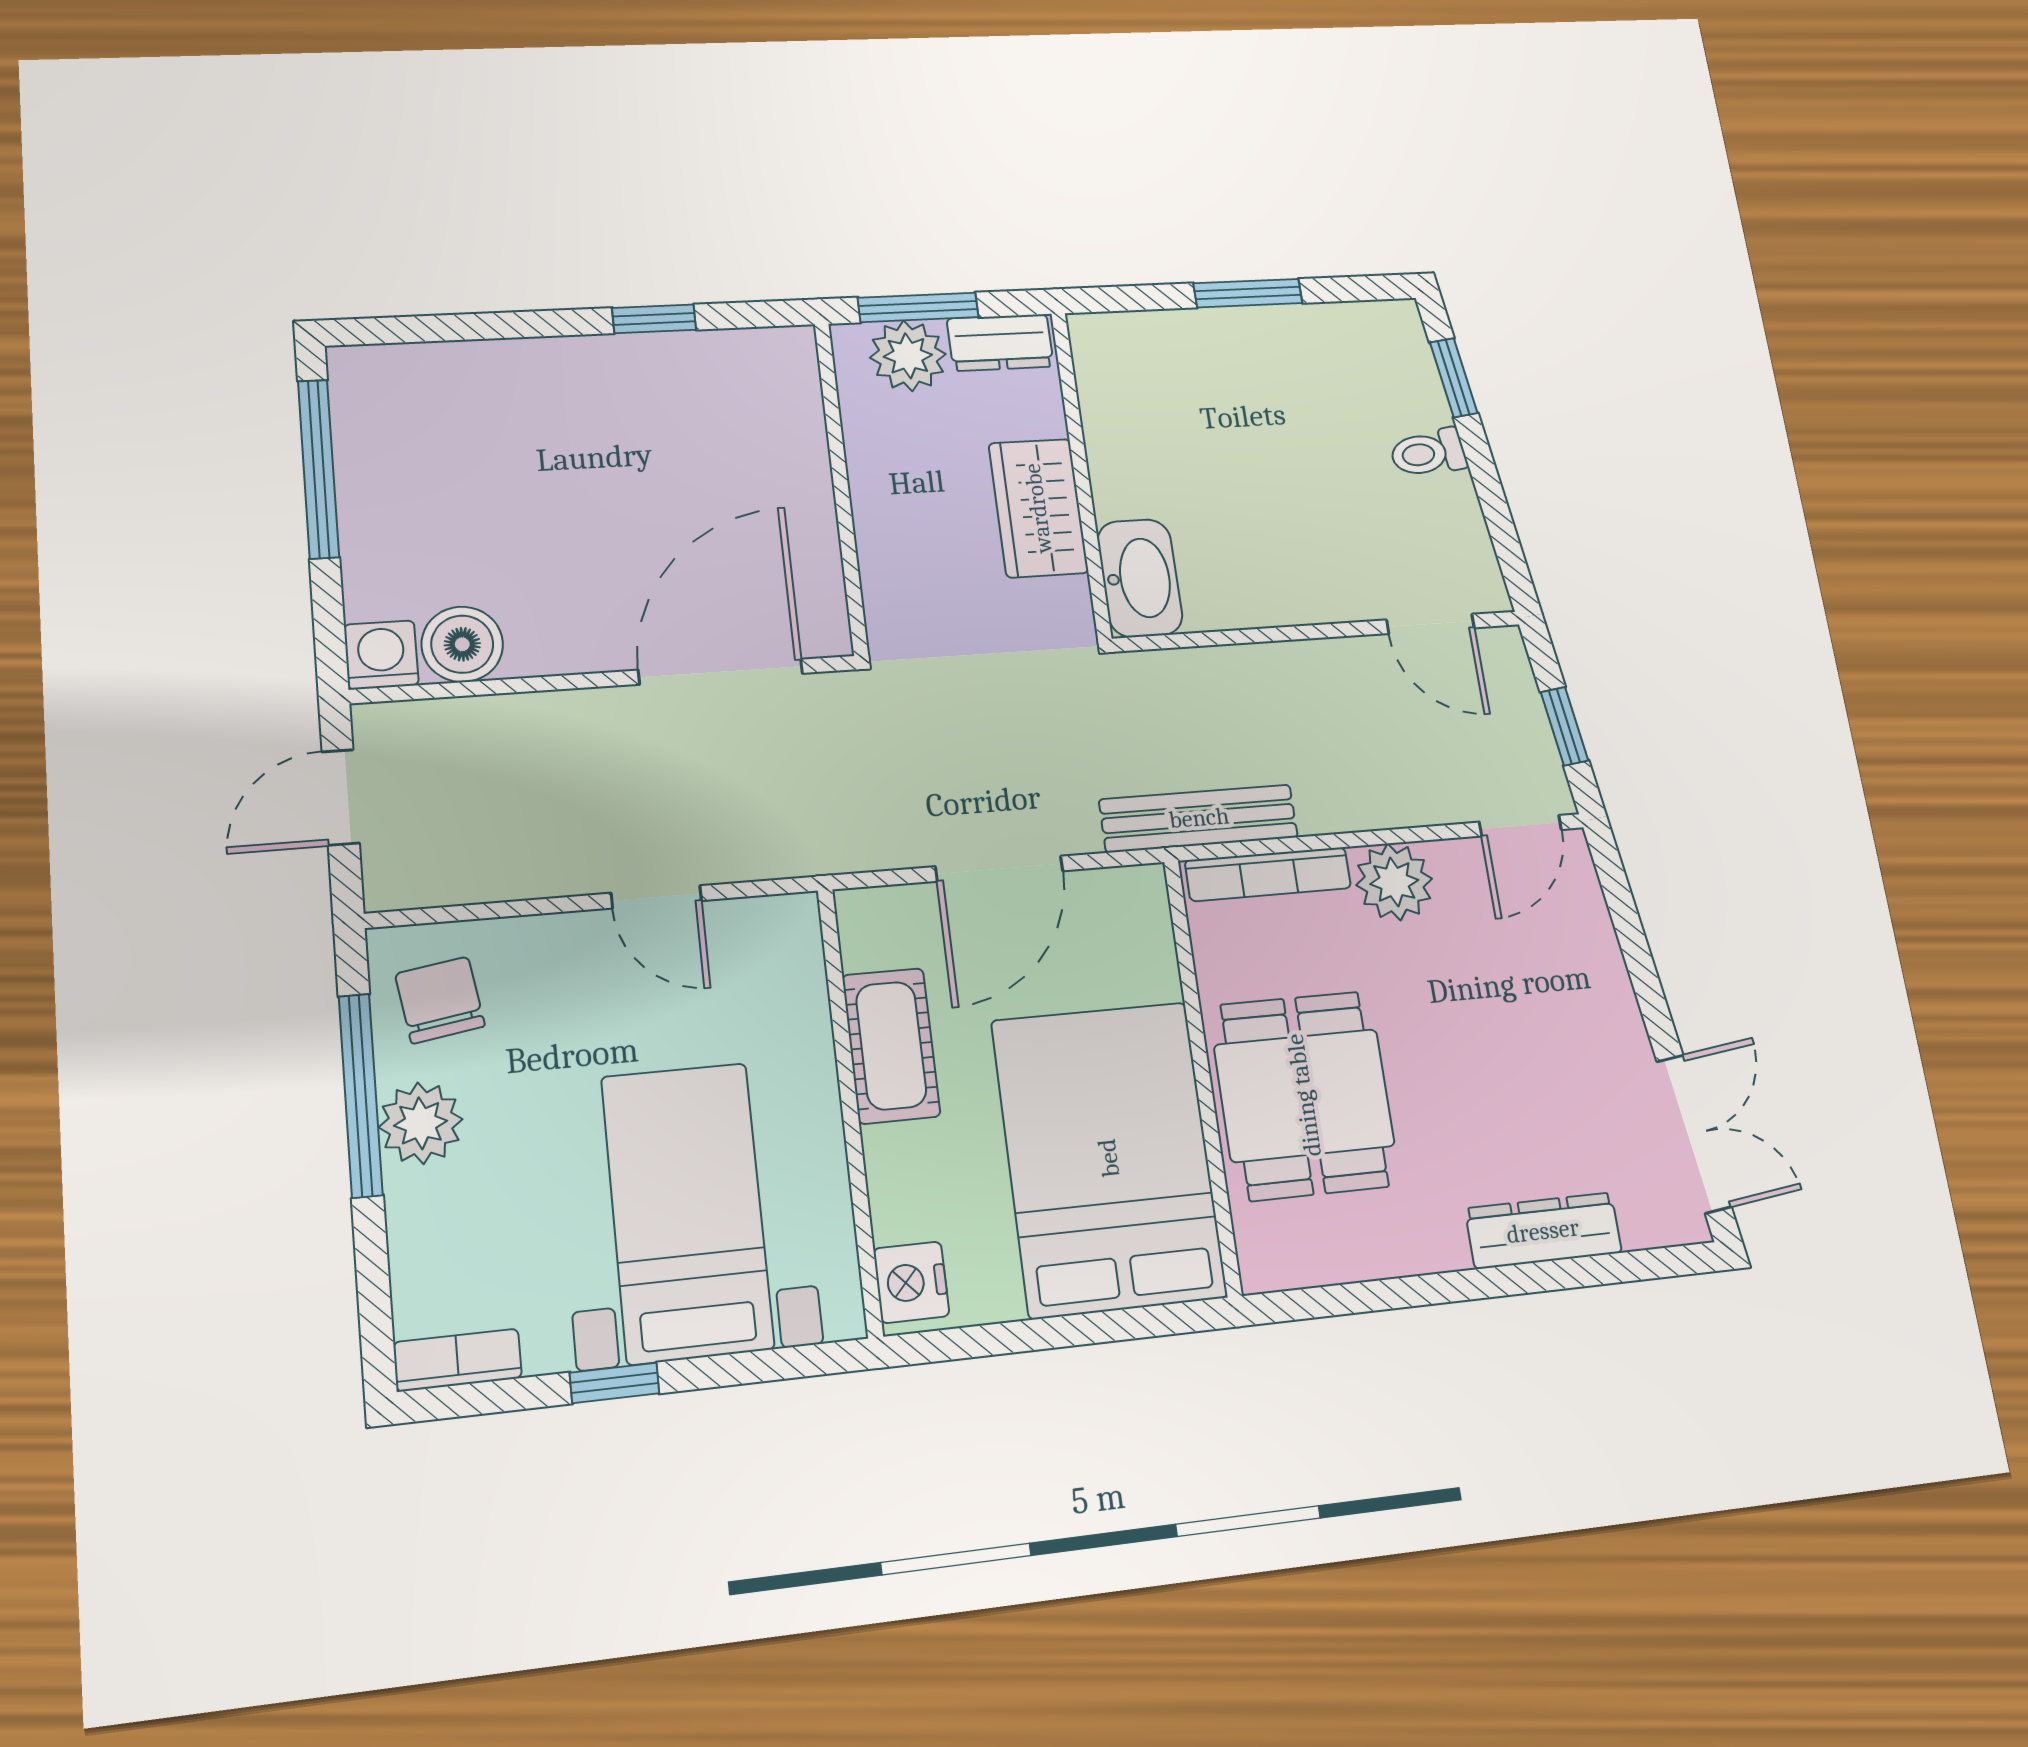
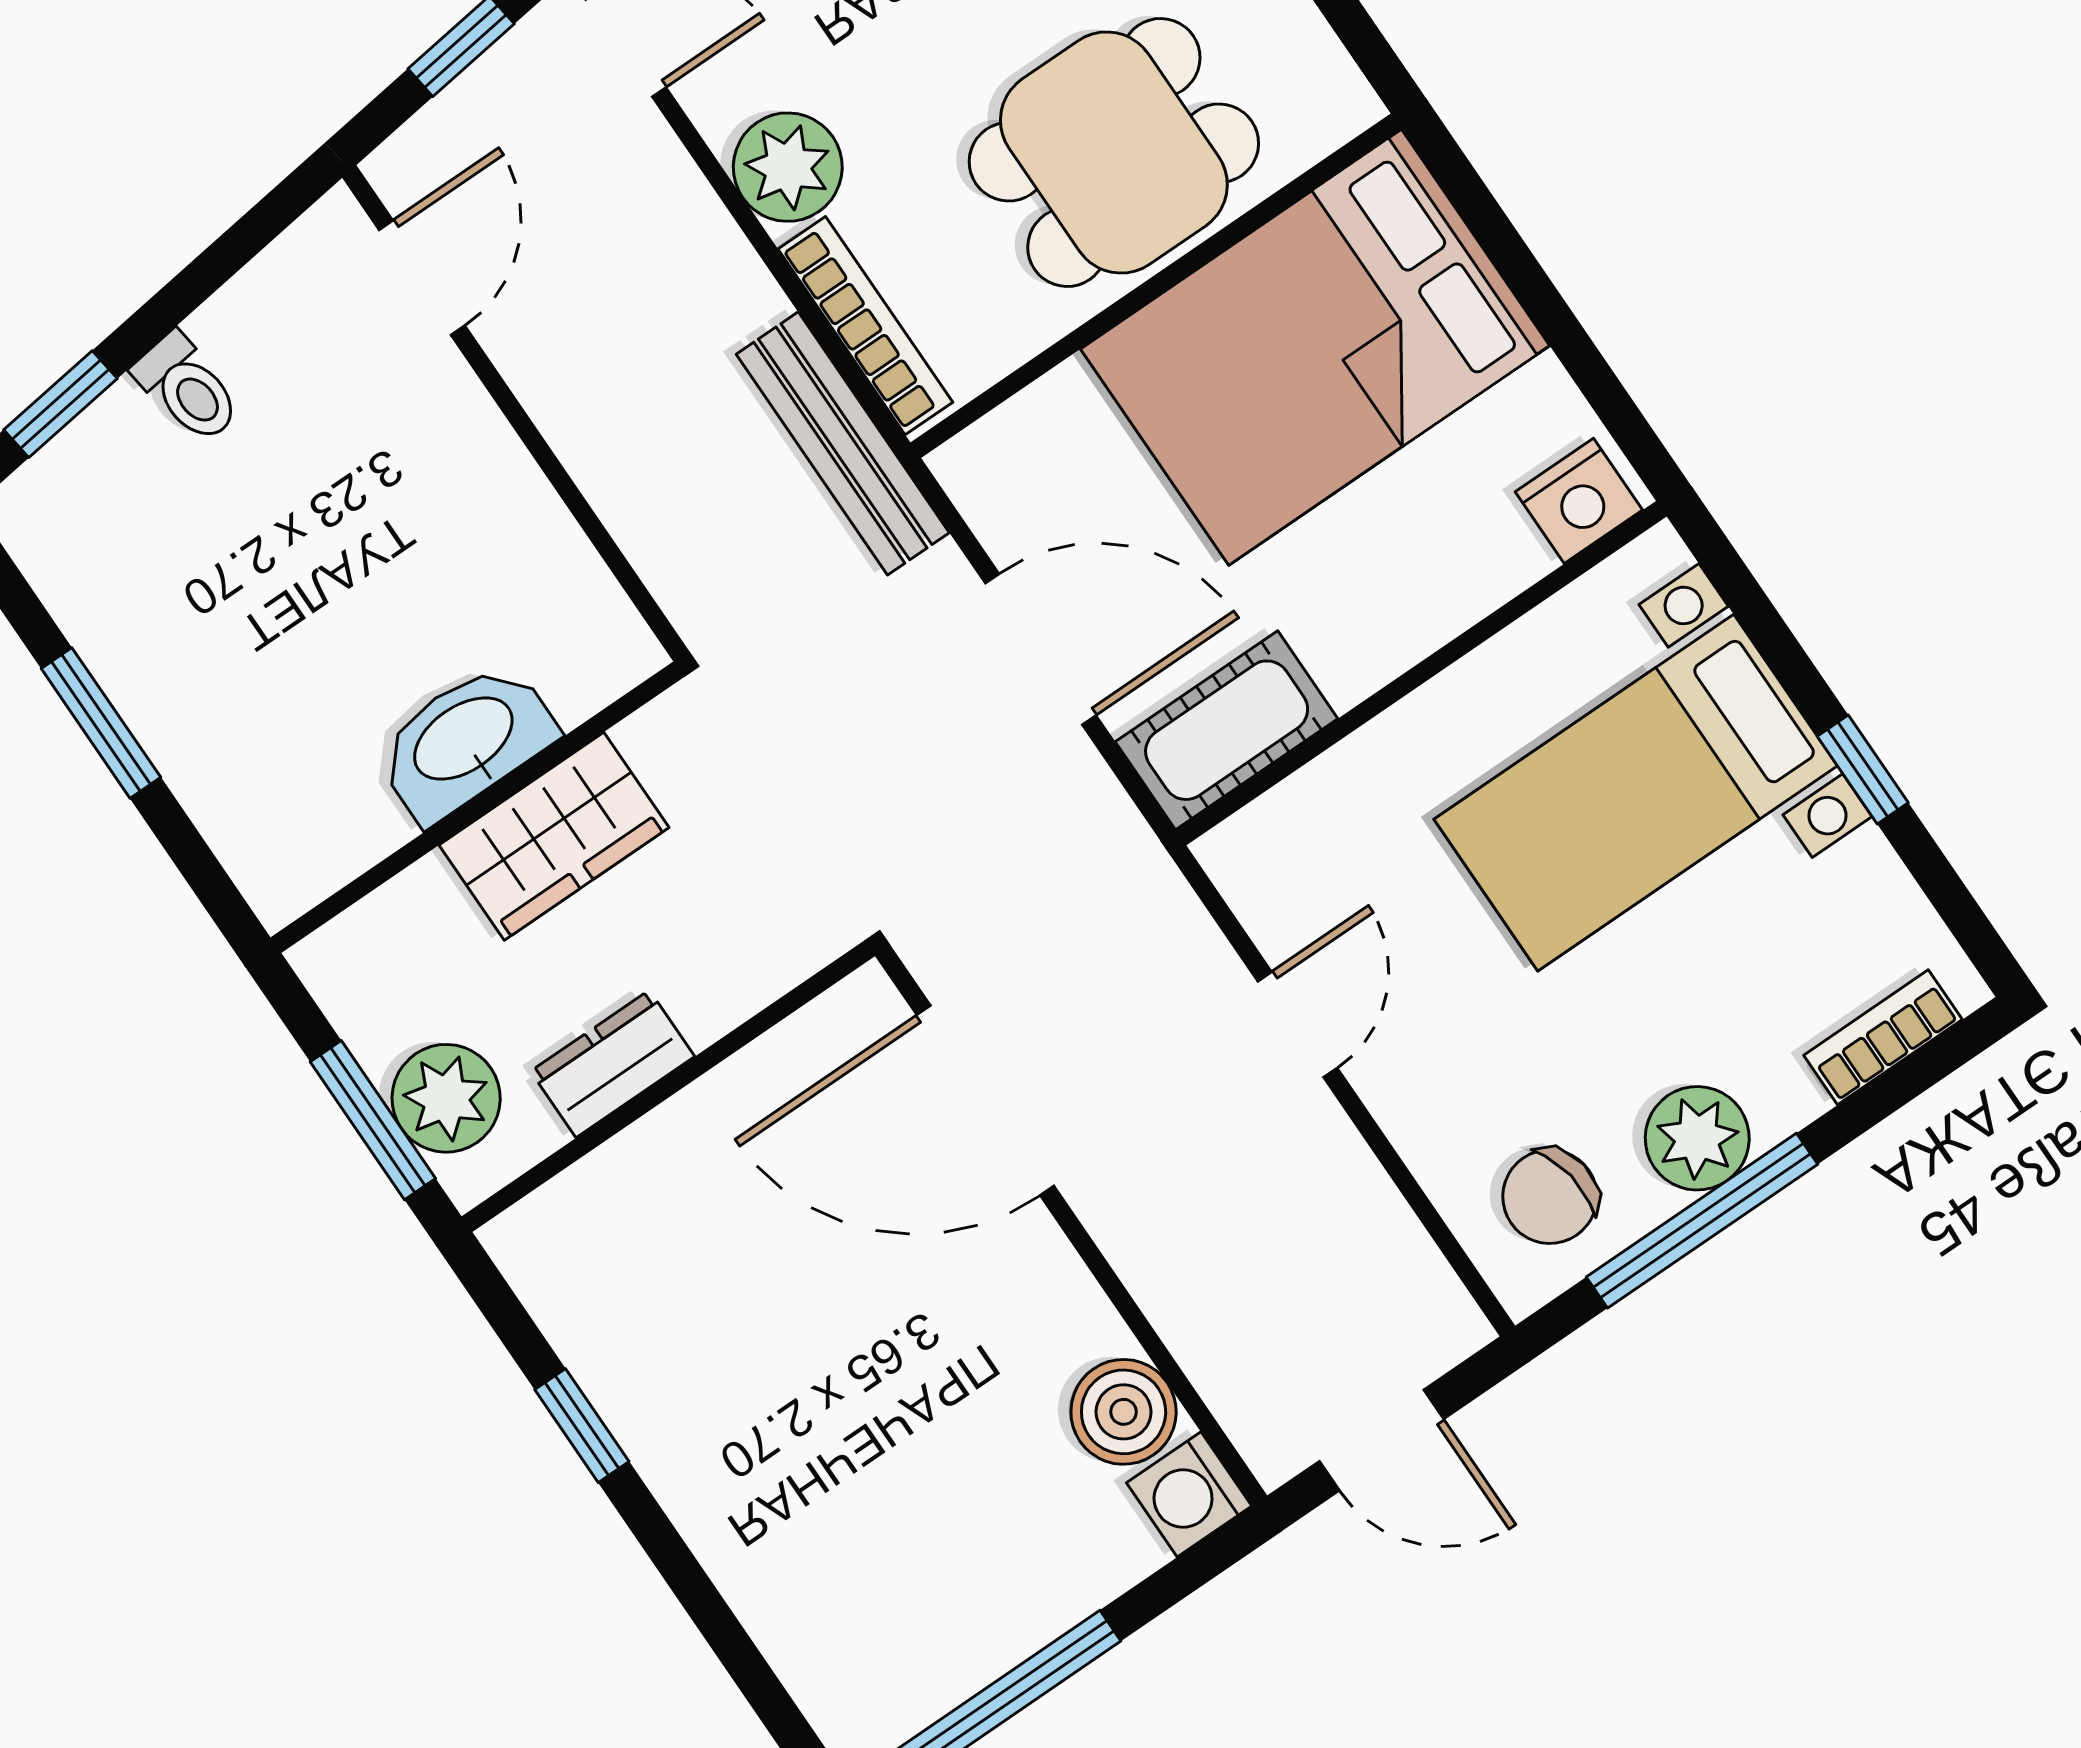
dresser: (1000, 343) -> (613, 1064), moved, turned -90
washbasin: (1140, 578) -> (465, 741), moved
cot: (891, 1046) -> (1227, 730), moved
bookcase: (458, 1360) -> (1883, 1037), moved, turned 90

